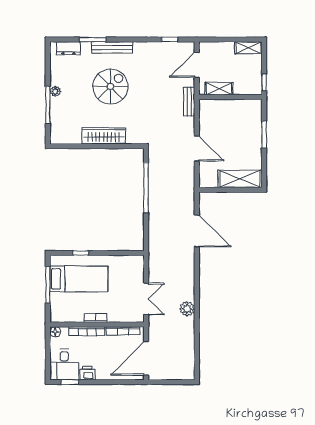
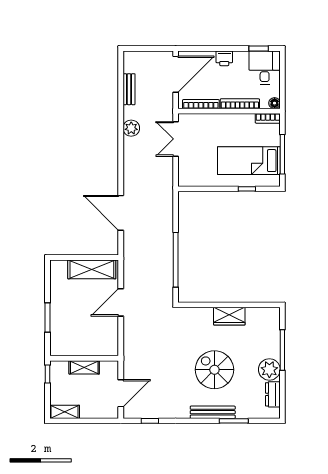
dresser: (68, 48) -> (273, 394), moved, turned -90
spiral stairs: (110, 86) -> (214, 370), turned 90
shelving: (219, 89) -> (84, 367), moved
plant: (55, 91) -> (269, 369), width x1.88, depth x1.88
bench: (189, 102) -> (129, 89), moved
wardrobe: (104, 136) -> (229, 316), width x0.67
door: (197, 149) -> (121, 302), hinge flipped
shelving: (240, 179) -> (92, 269), moved
bookcase: (96, 318) -> (268, 118), moved
printer: (87, 373) -> (224, 58), moved

